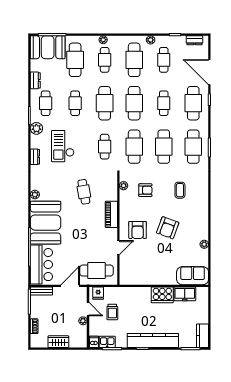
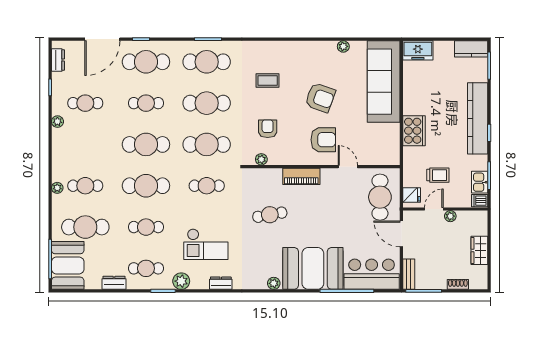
cafe table: (134, 60) -> (85, 144), removed
sofa: (193, 276) -> (384, 82), width x1.85, depth x1.27
freezer: (185, 294) -> (418, 50), moved, turned 90
cooker: (162, 295) -> (414, 131), moved

